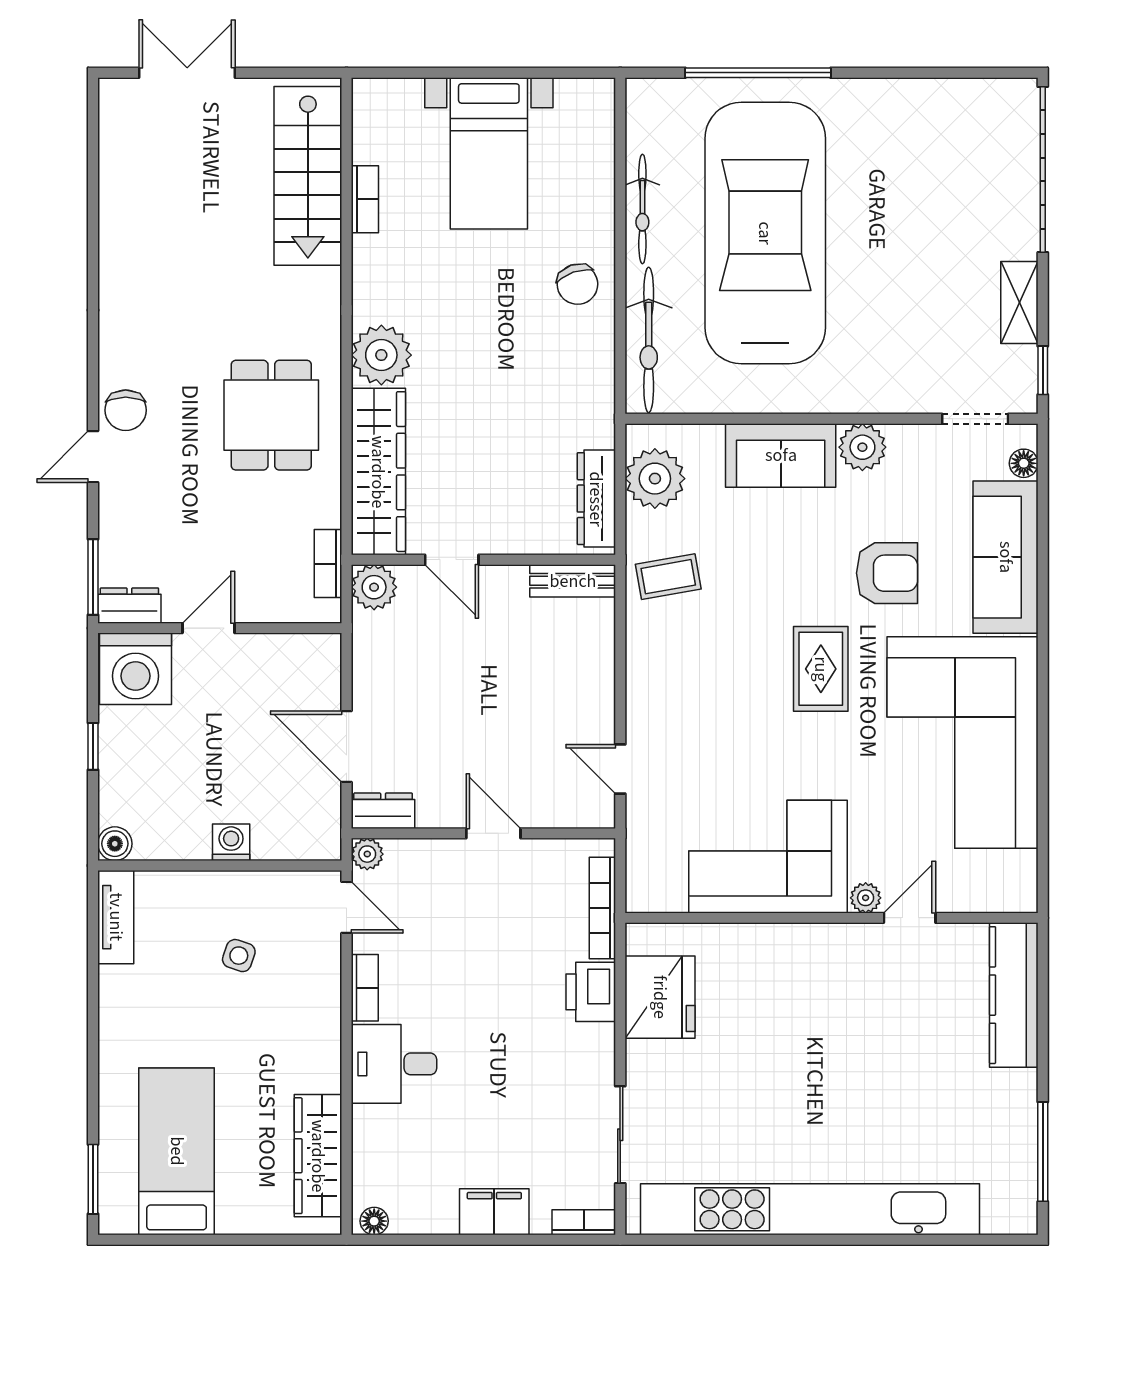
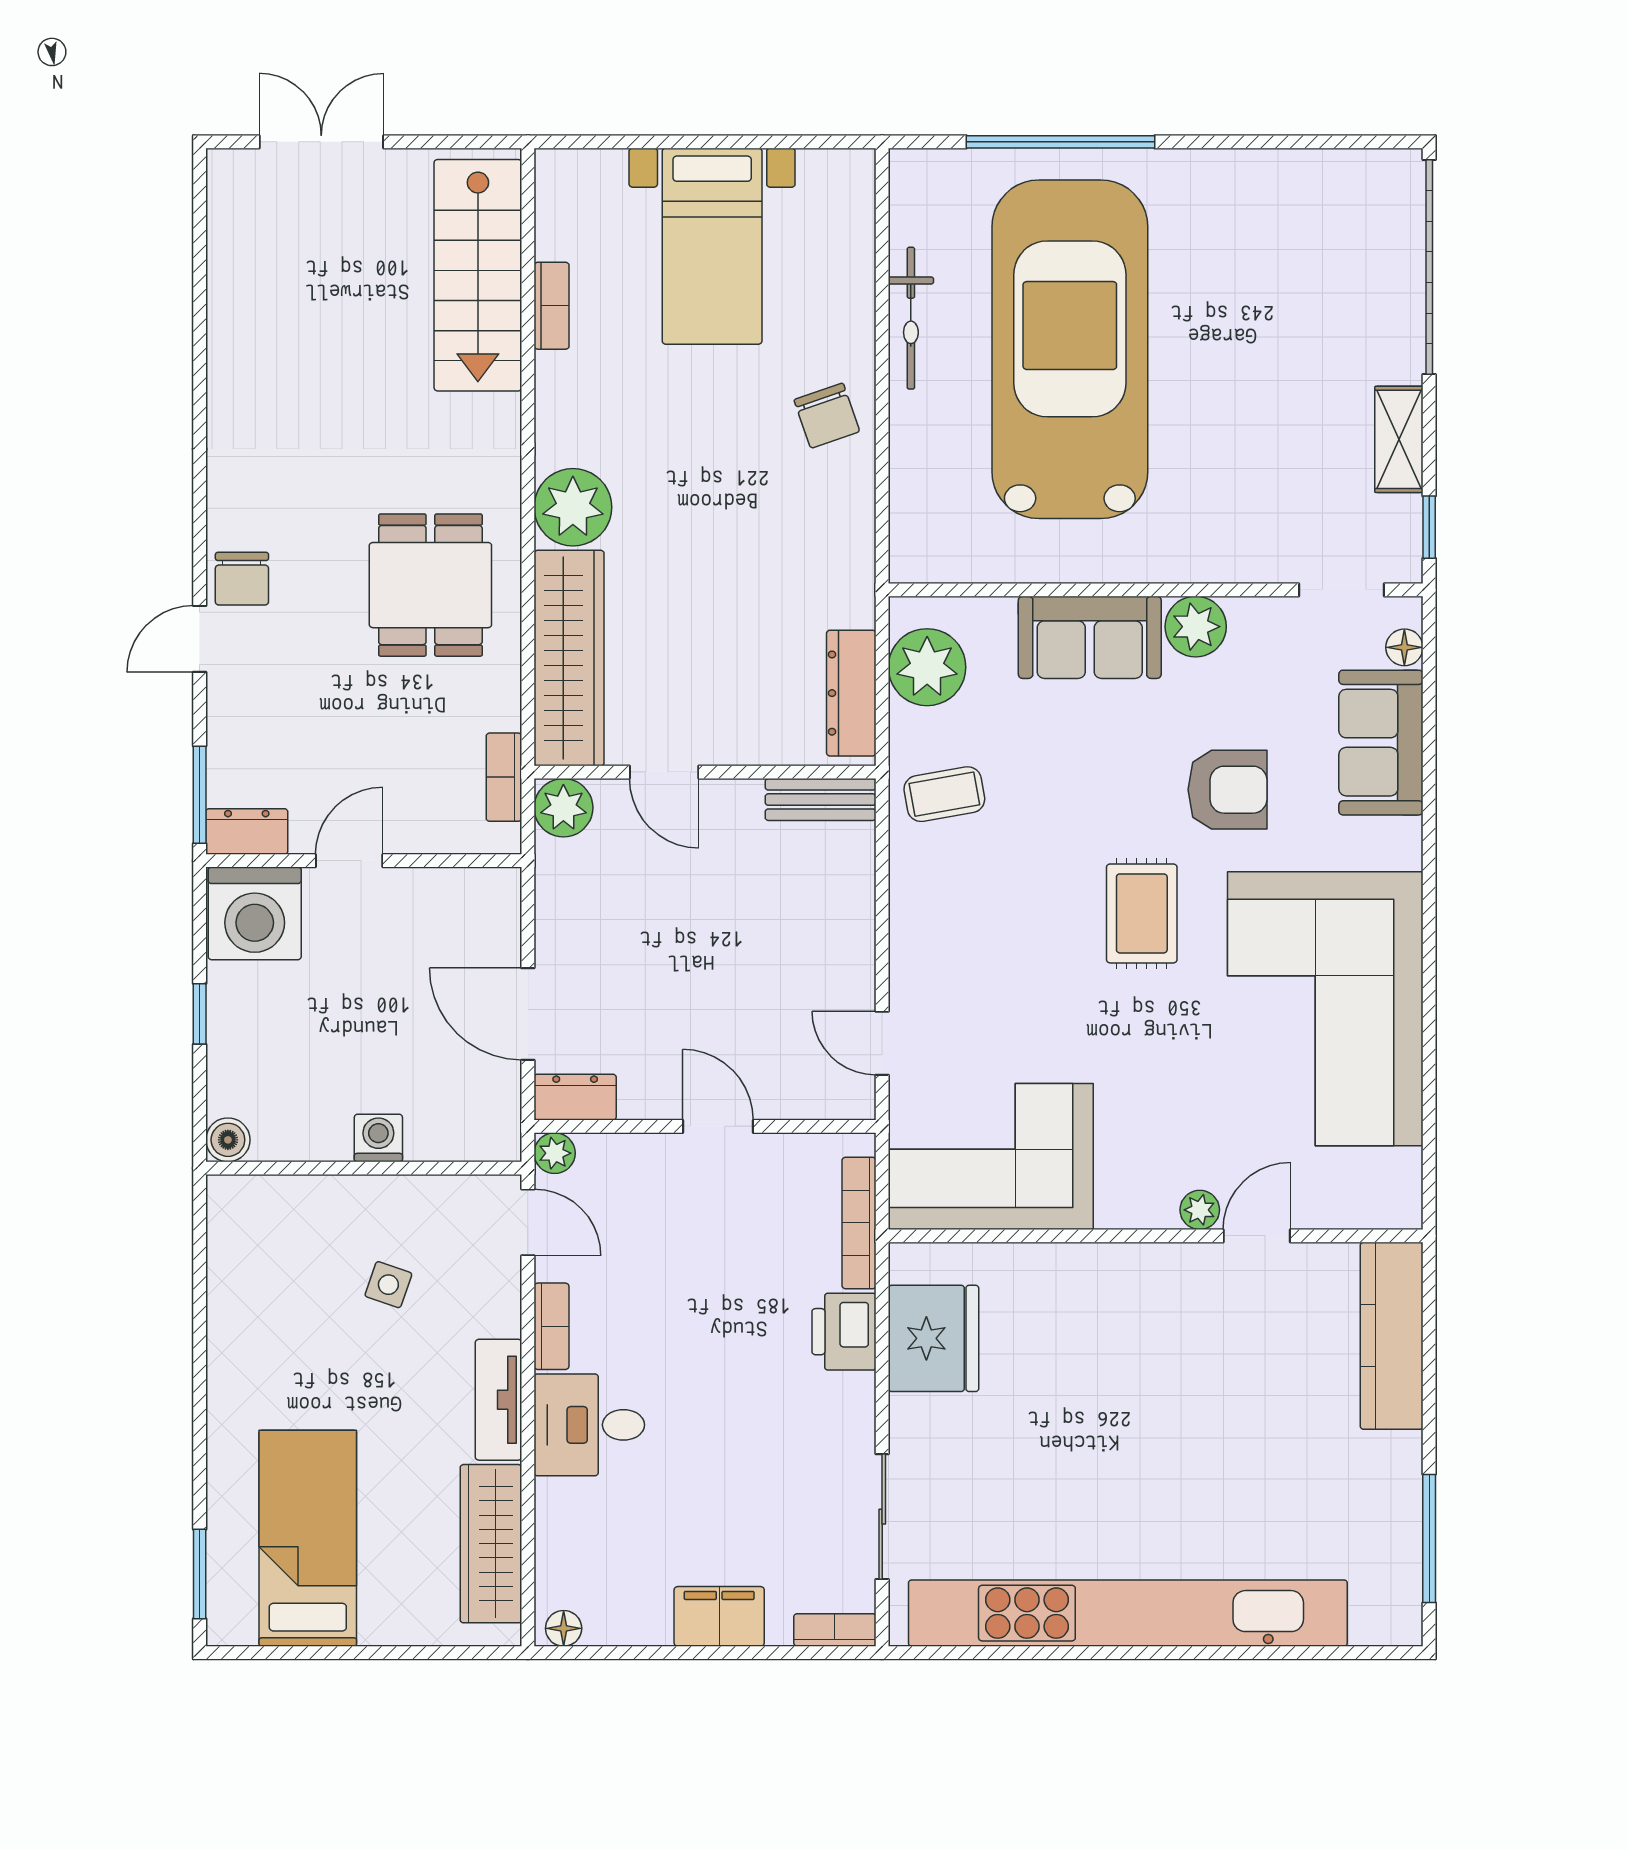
bicycle: (649, 340) -> (919, 488), removed
sofa: (1006, 557) -> (1381, 743), width x0.73
corner sofa: (768, 857) -> (991, 1157), moved
tv unit: (116, 917) -> (499, 1400), moved, turned 180

